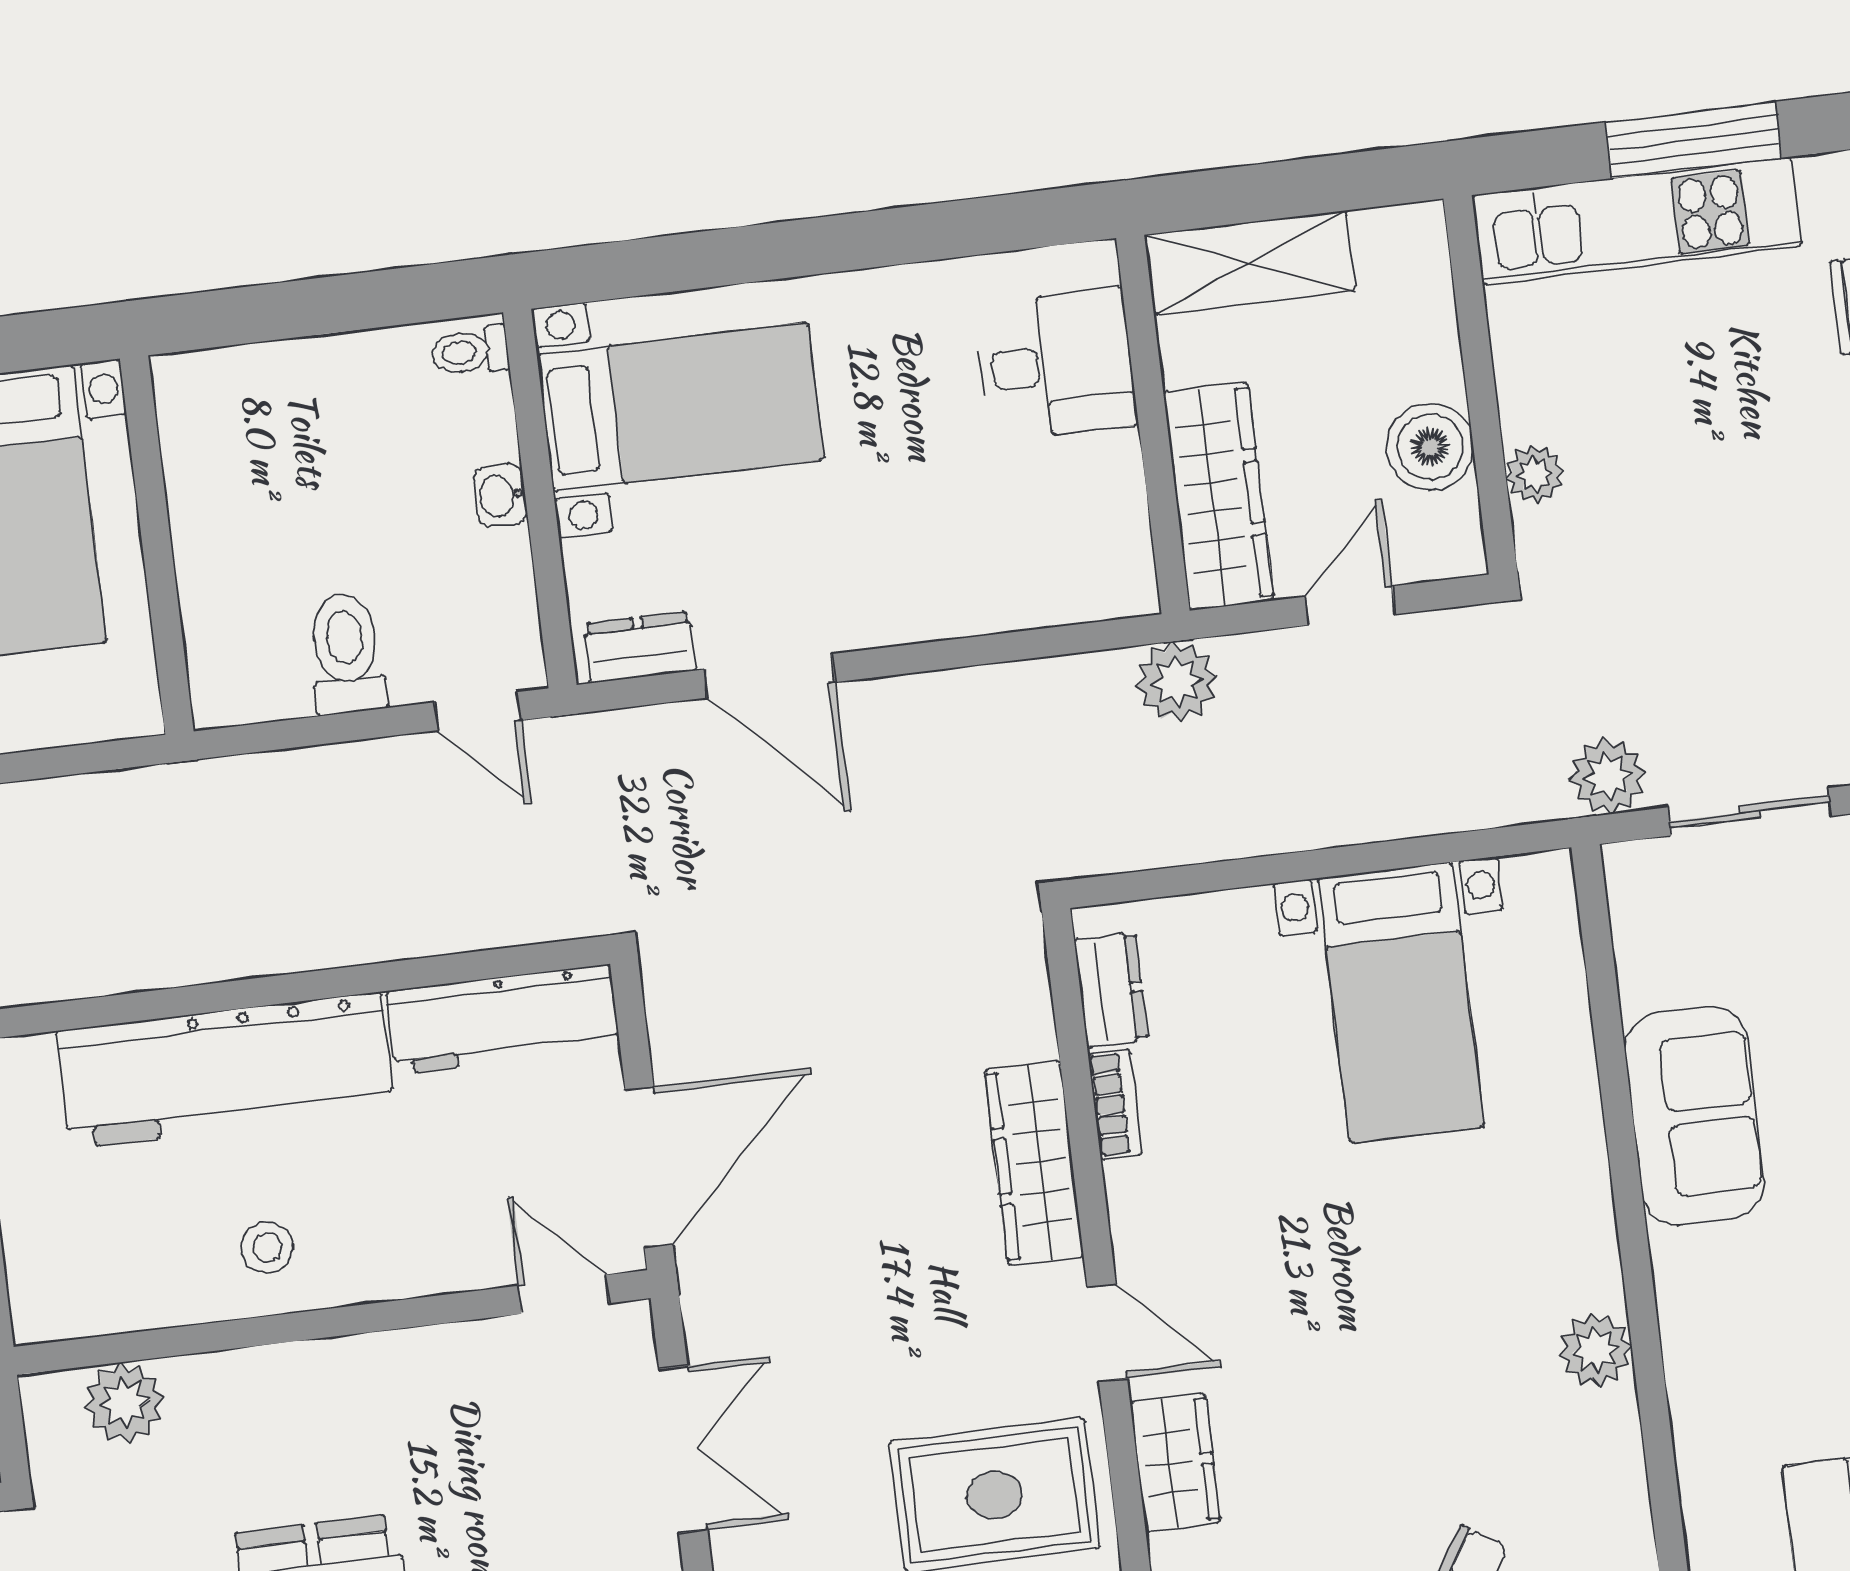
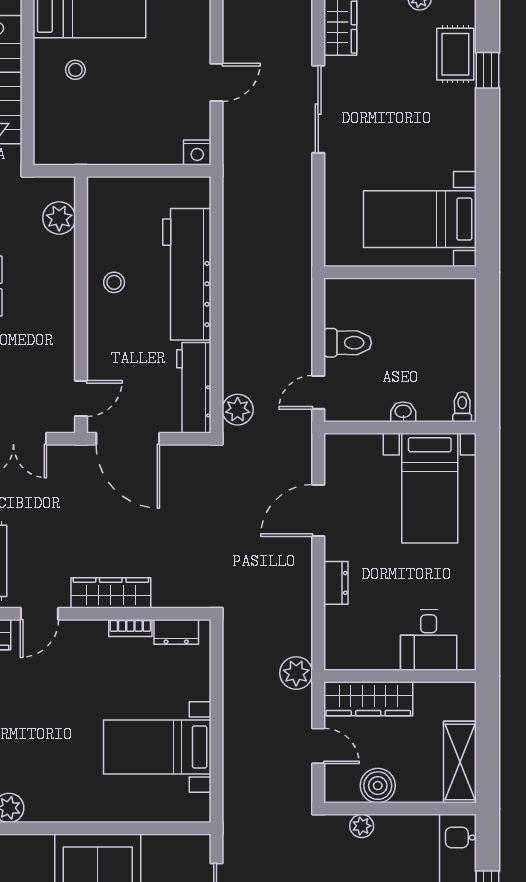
shelving: (1250, 263) -> (460, 762), moved
dresser: (640, 647) -> (336, 583), moved
plant: (1608, 776) -> (238, 410), moved

